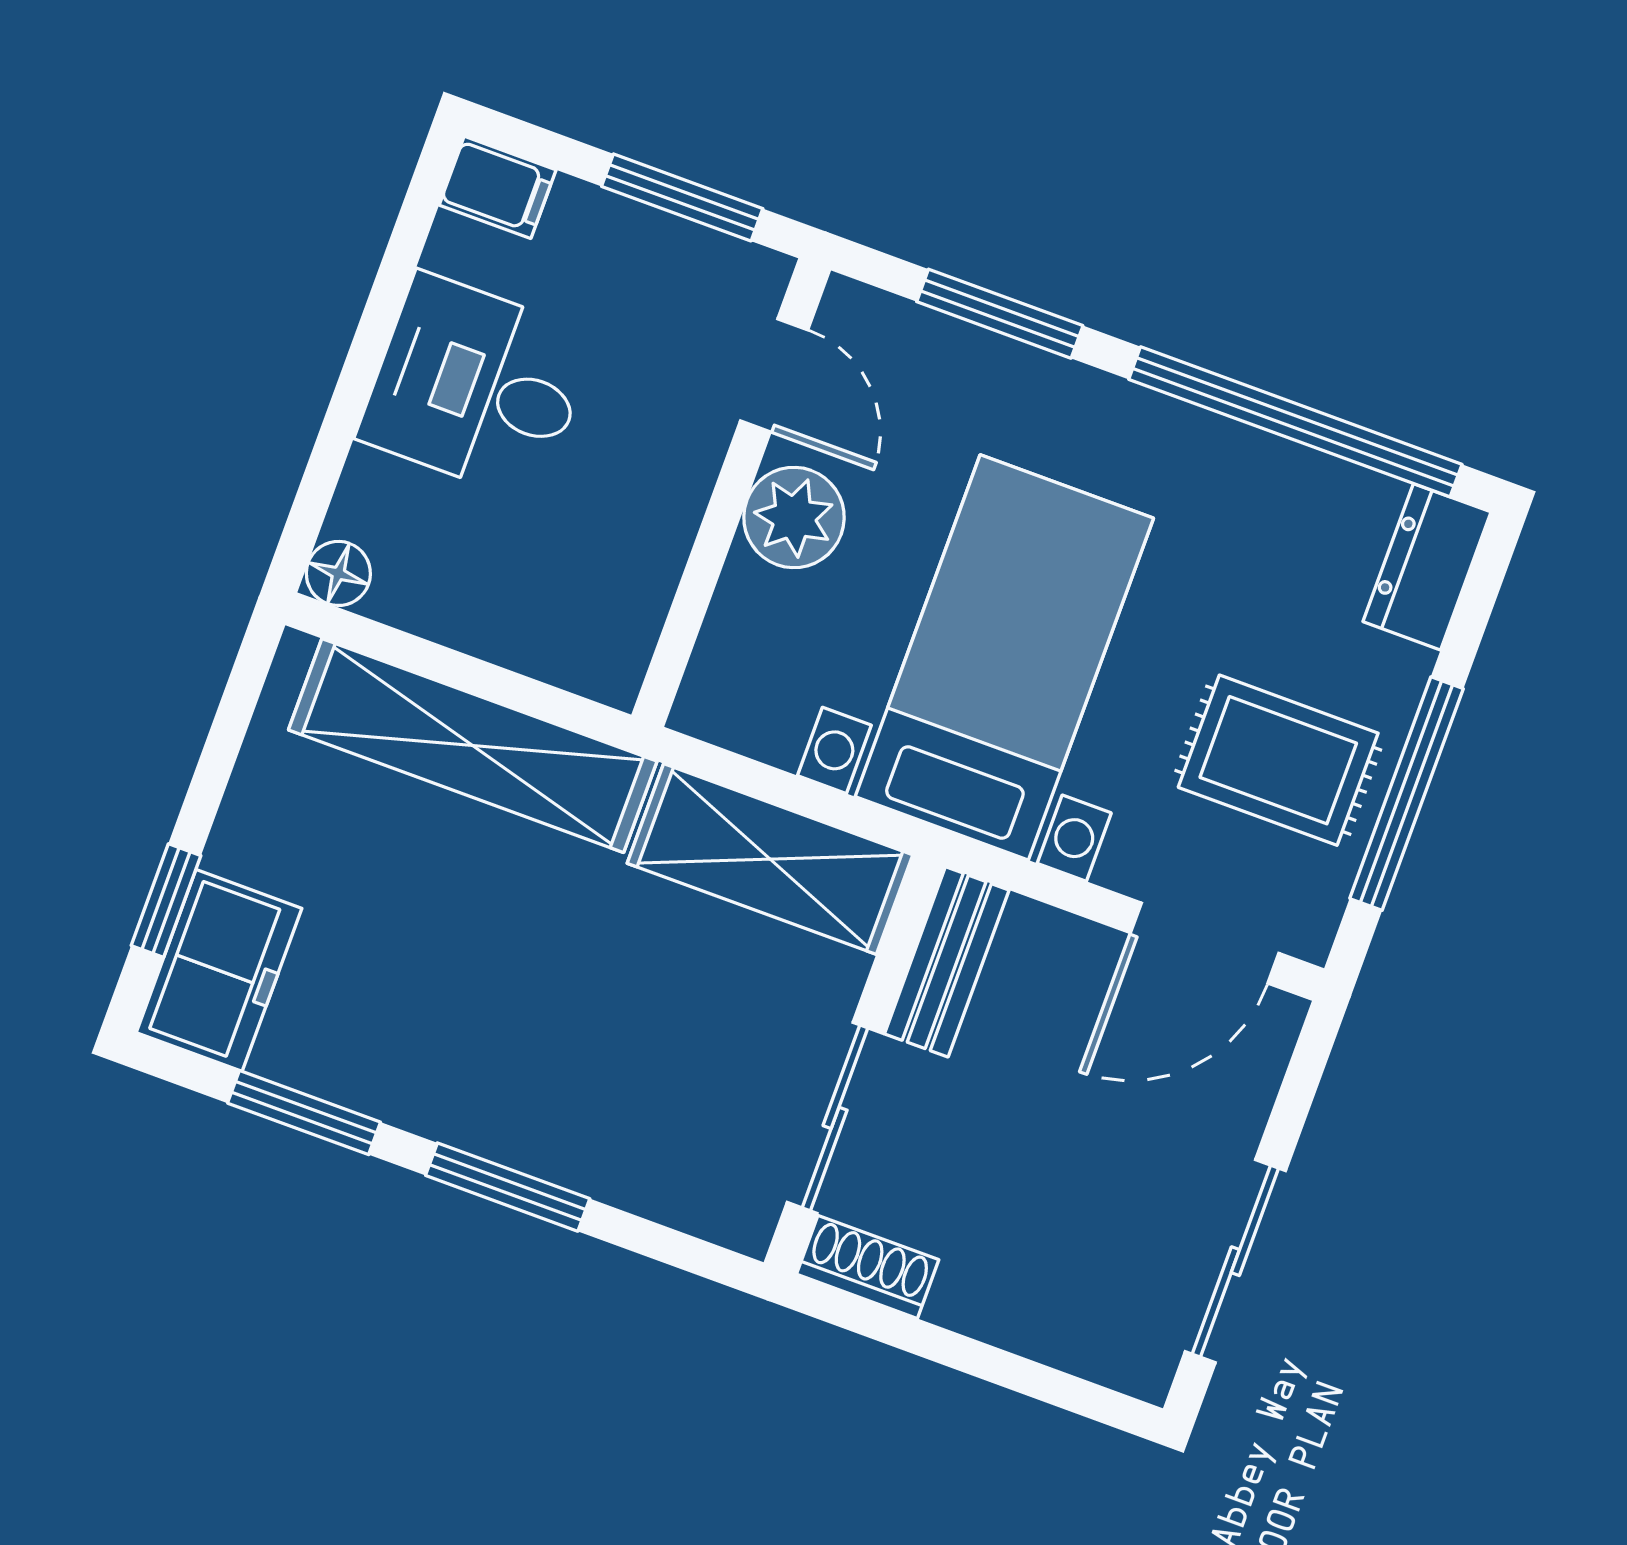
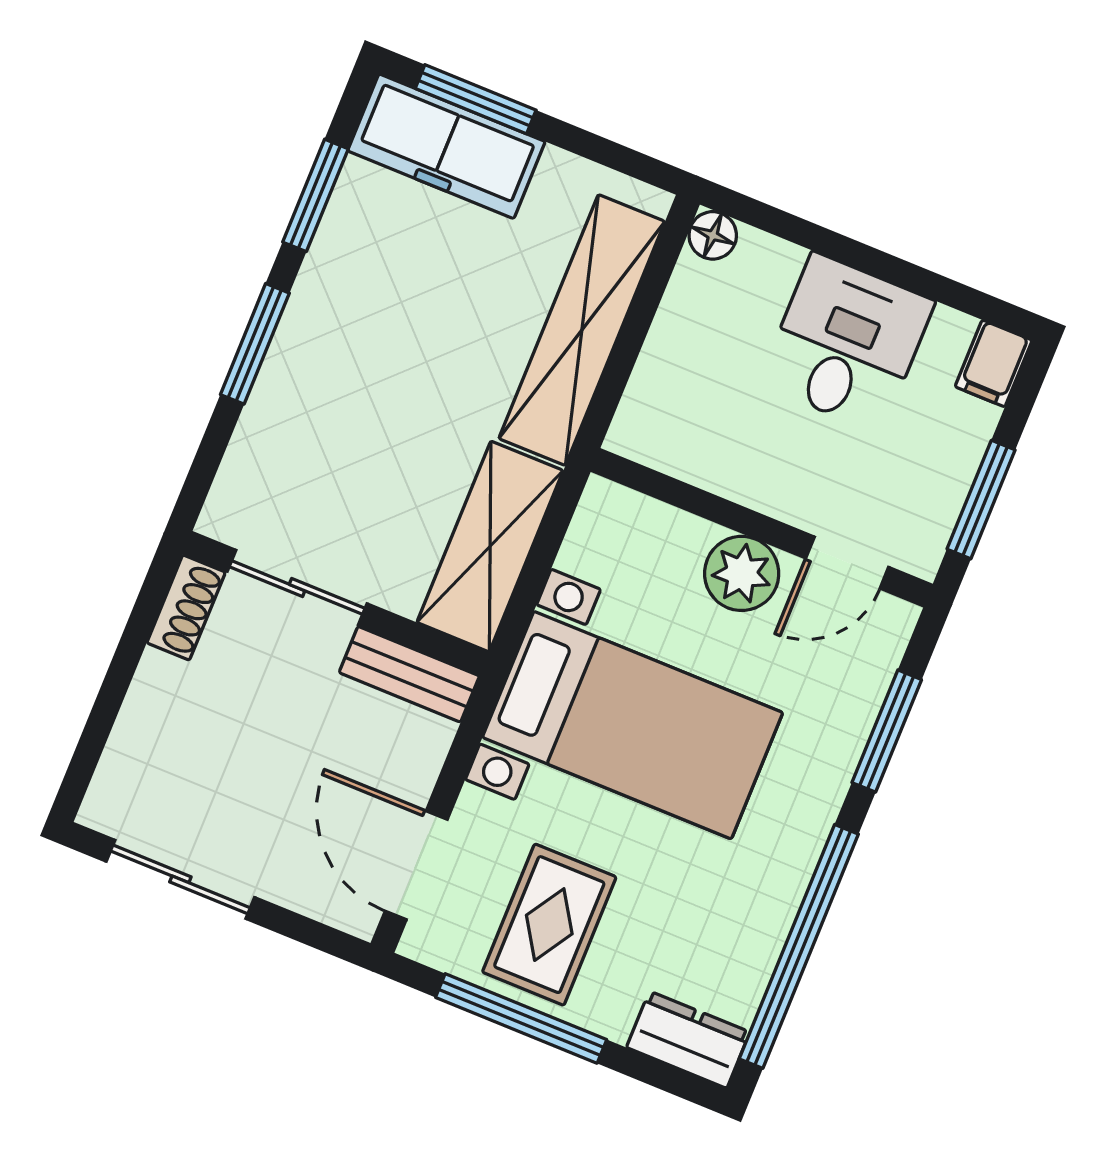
window: (166, 901) -> (476, 99), width x1.50
freezer: (219, 970) -> (446, 146), width x1.40

